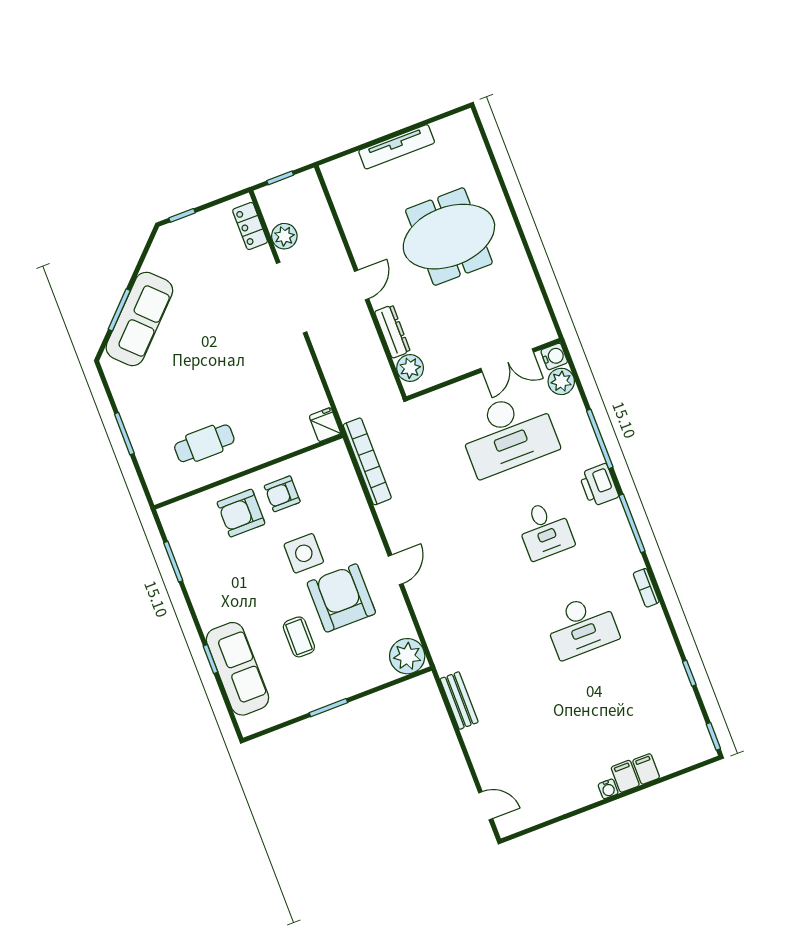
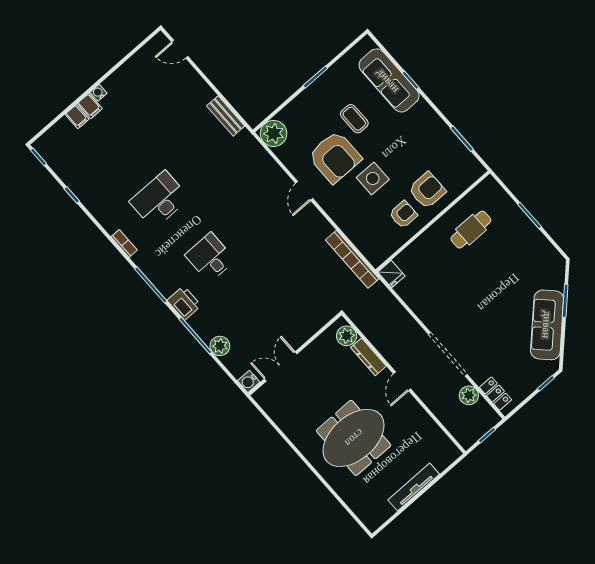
sofa: (139, 319) -> (547, 325), moved
plant: (561, 381) -> (220, 346), moved
desk: (508, 434) -> (261, 315), removed

